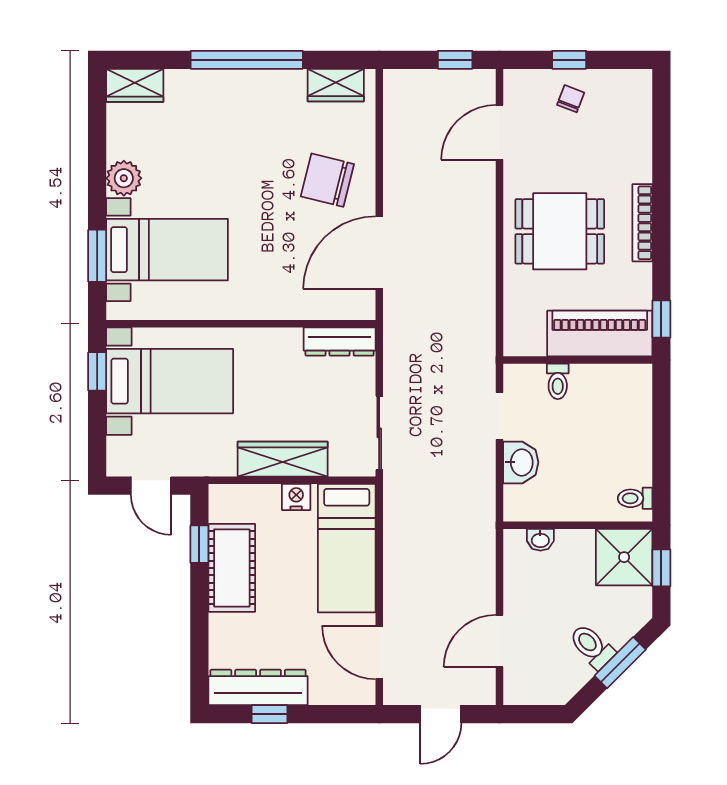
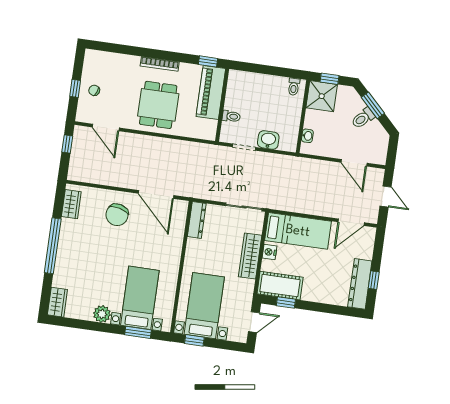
cot: (232, 568) -> (280, 286), moved

